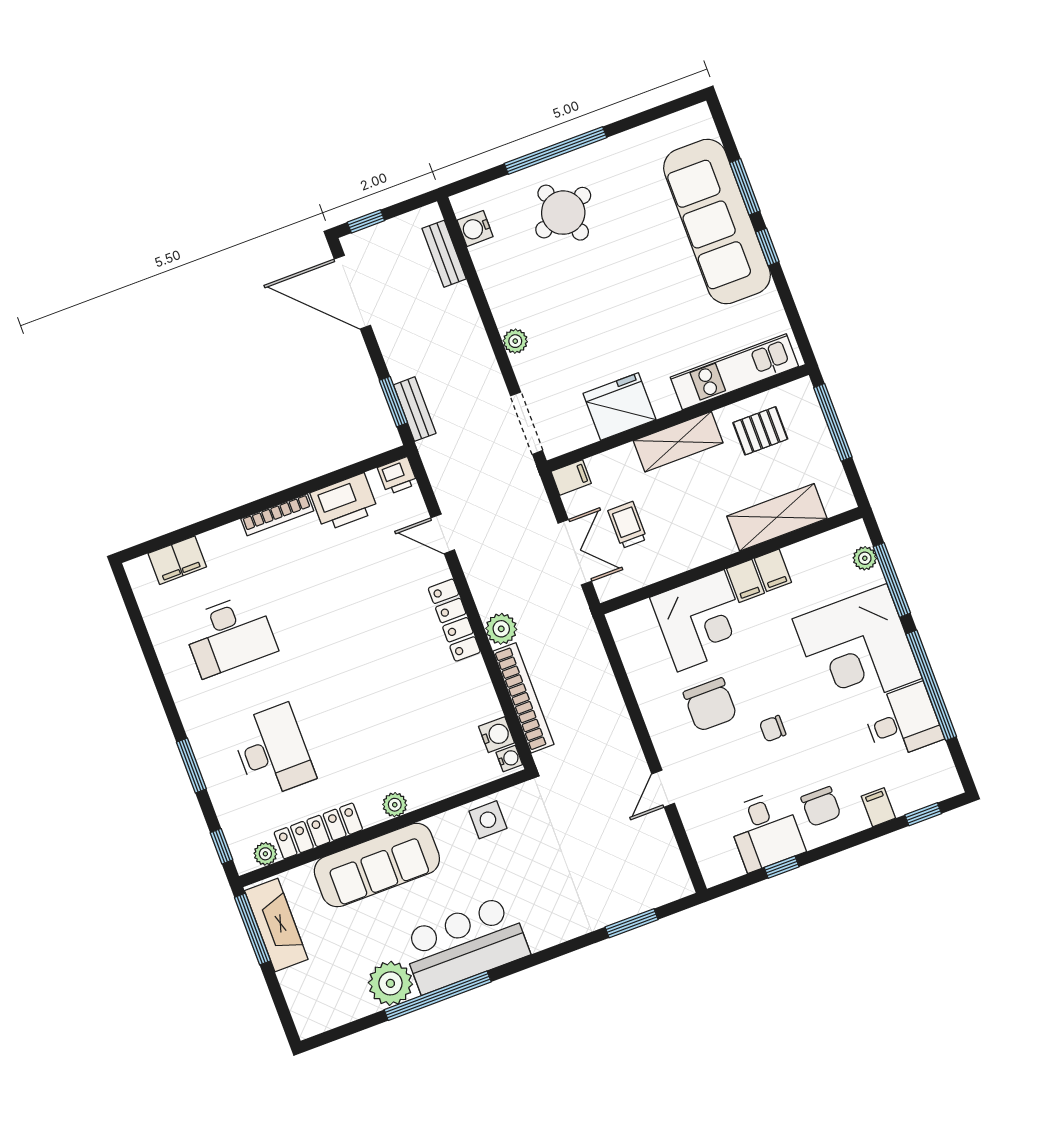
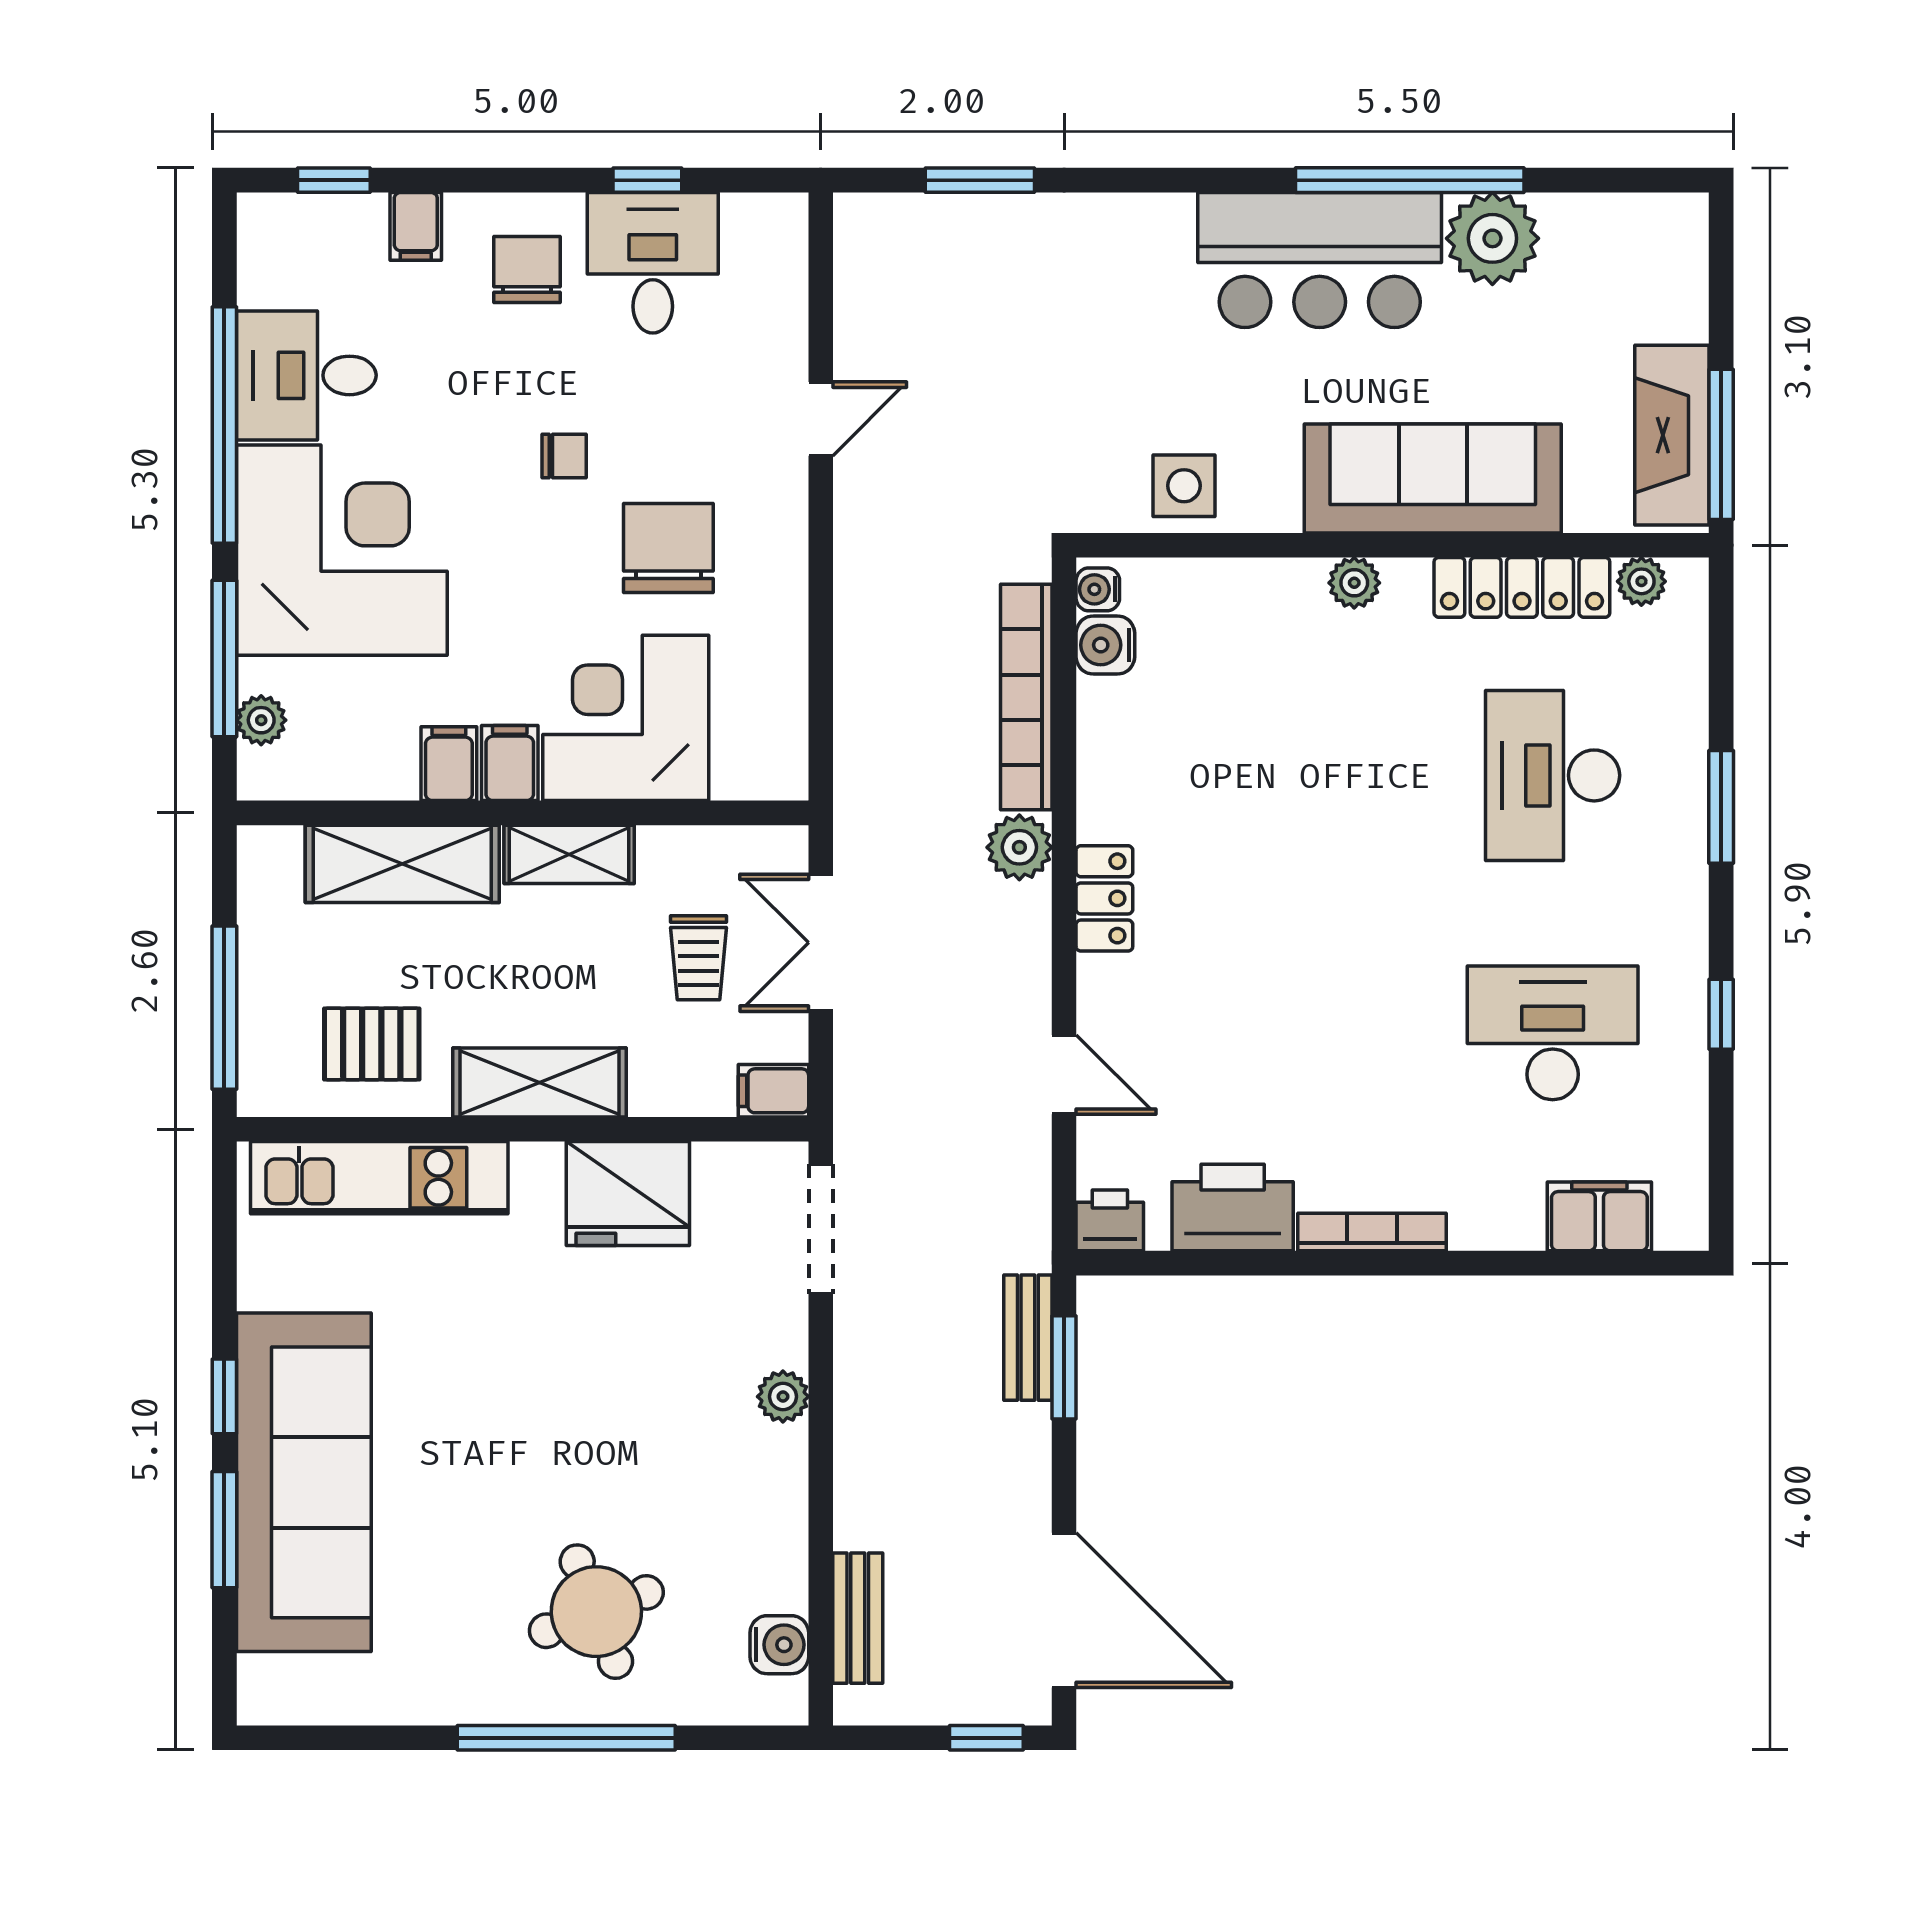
shelving: (703, 550) -> (569, 854), added
locker: (454, 620) -> (1104, 898), width x0.66
window: (222, 846) -> (1721, 1014), moved

